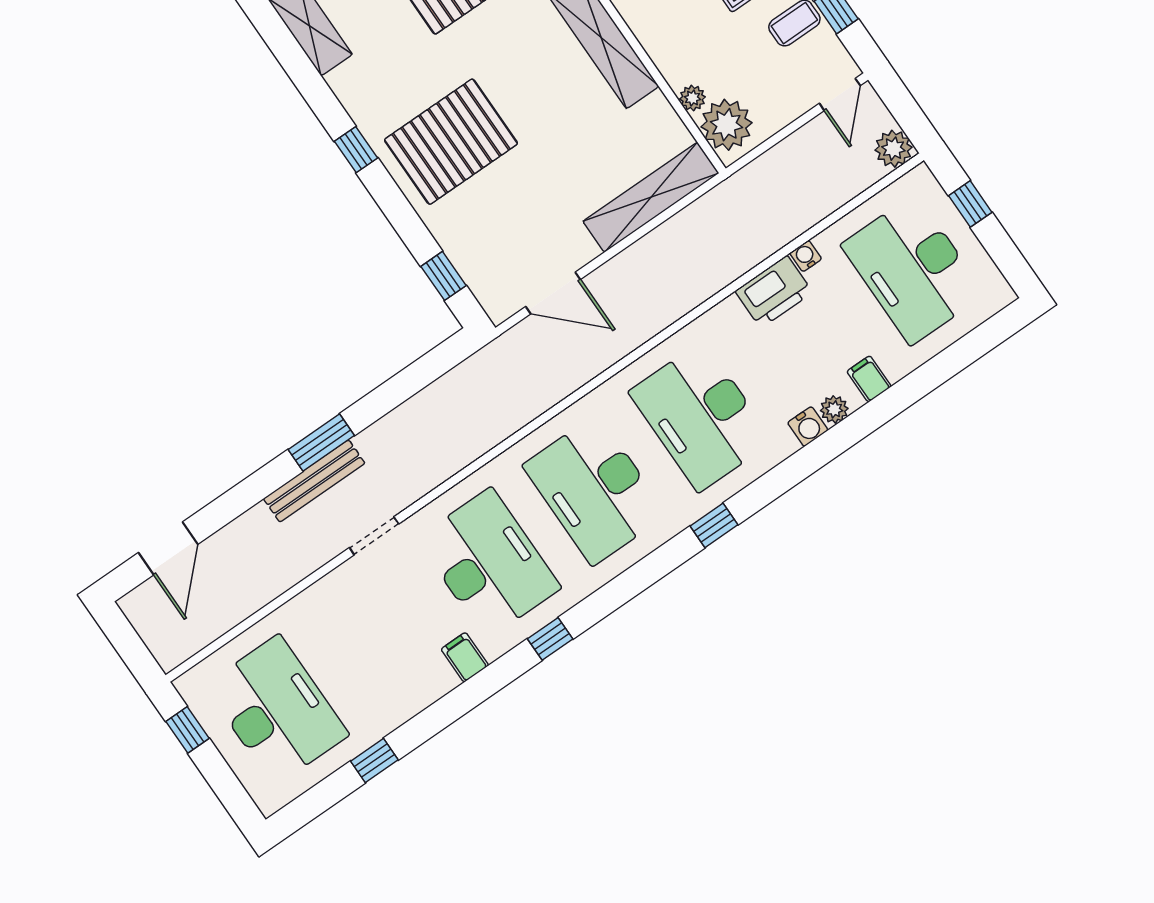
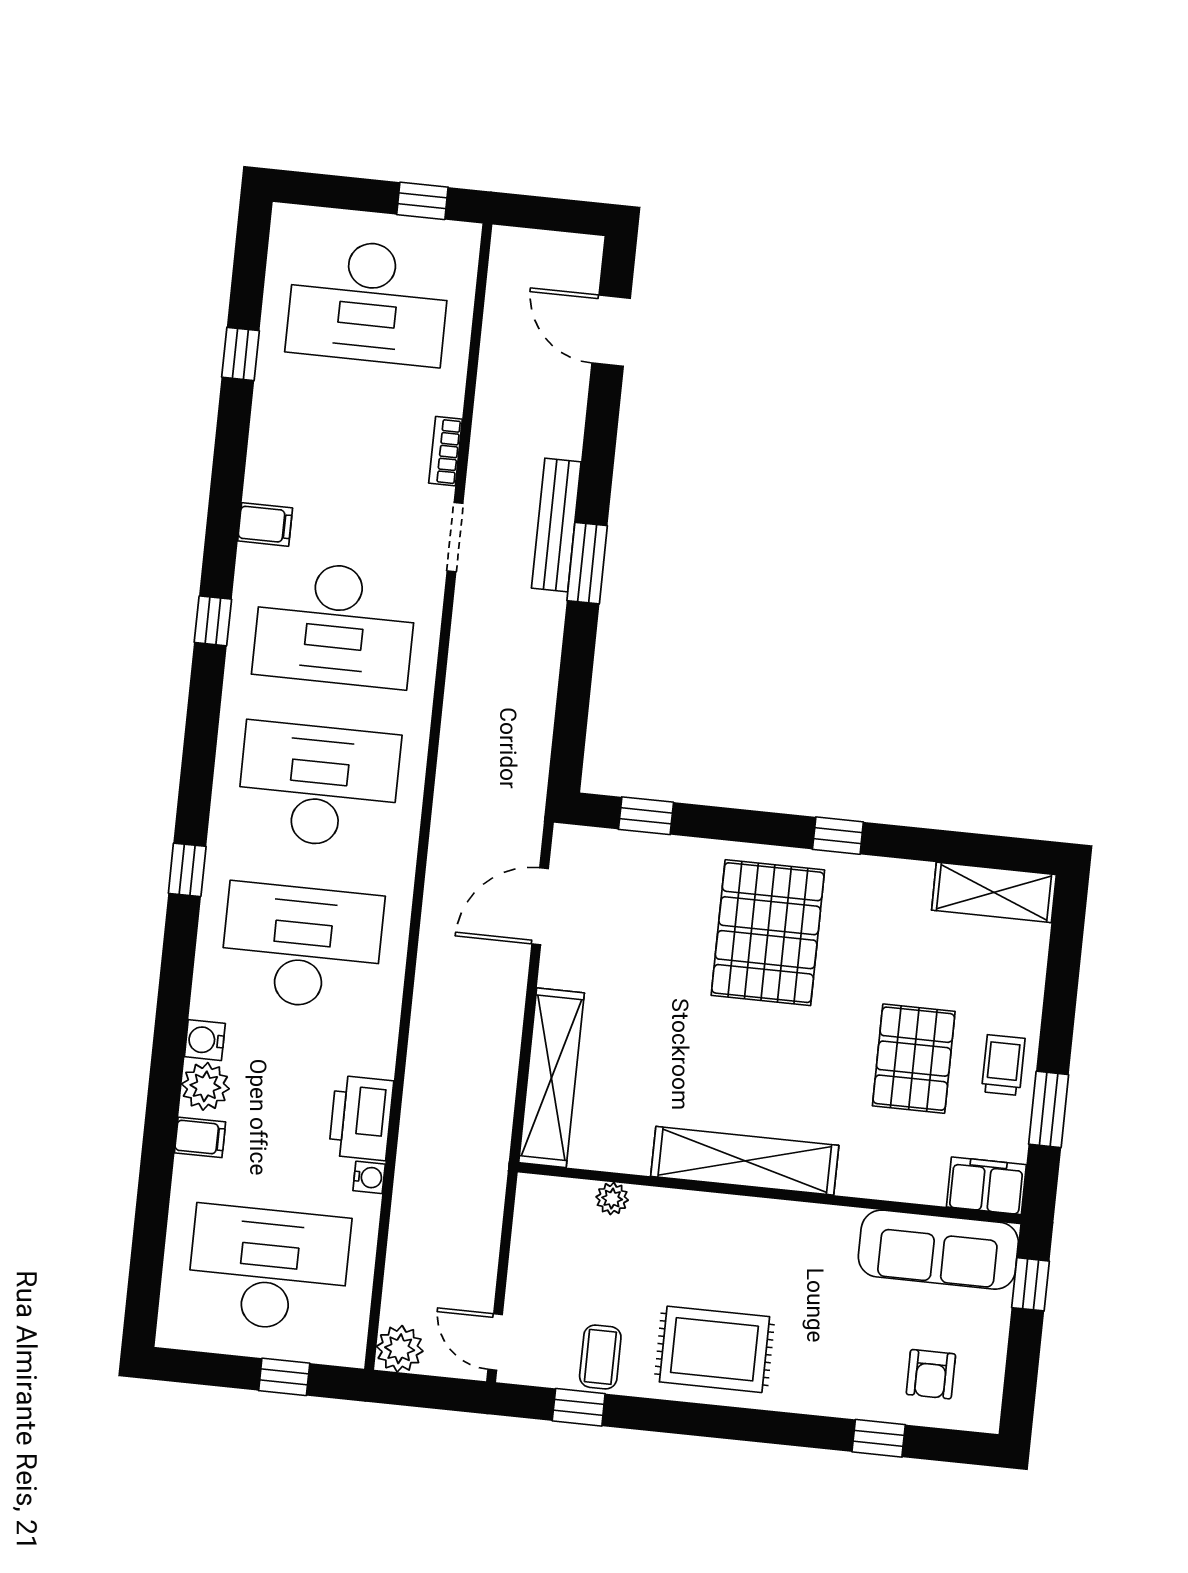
plant: (726, 125) -> (559, 1209), removed
plant: (834, 409) -> (205, 1086), width x1.38, depth x1.38
bookcase: (327, 586) -> (445, 451), added

